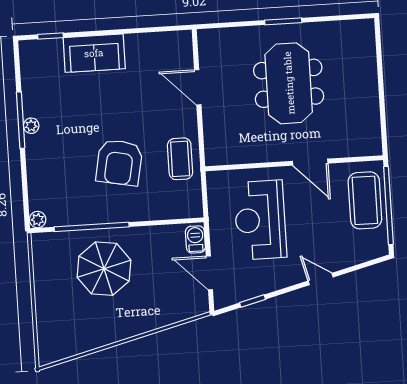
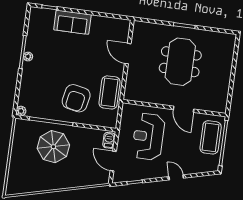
coffee table: (180, 159) -> (109, 92), width x1.36, depth x1.32
armchair: (119, 162) -> (76, 98), moved

